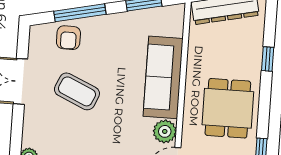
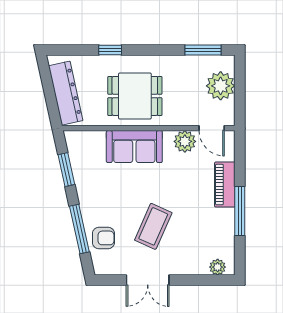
sofa: (163, 77) -> (134, 147), width x0.73
dining table: (228, 108) -> (135, 96), moved

